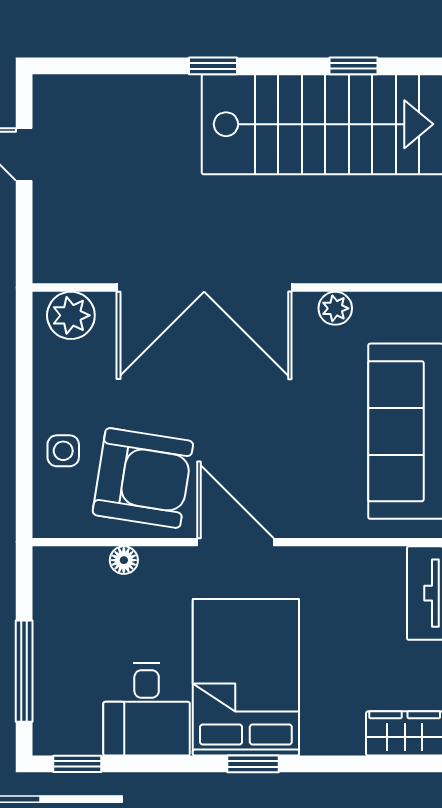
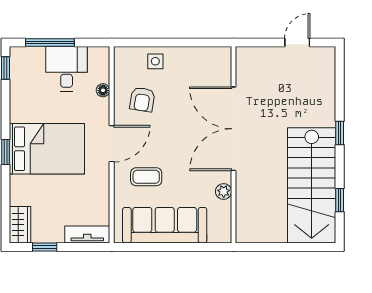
plant: (71, 315) -> (220, 65), removed
coffee table: (304, 470) -> (146, 177), added
armchair: (143, 478) -> (142, 99), width x0.53, depth x0.53
desk: (147, 709) -> (67, 69), moved, turned 90

